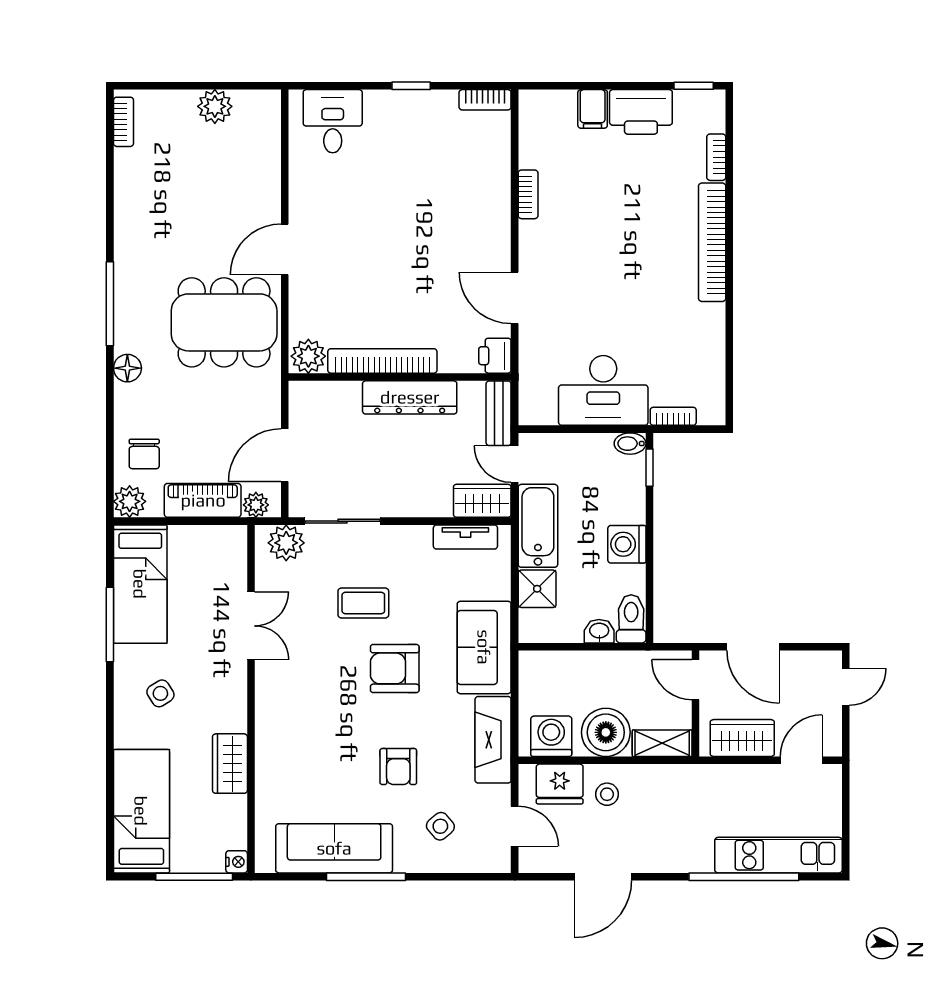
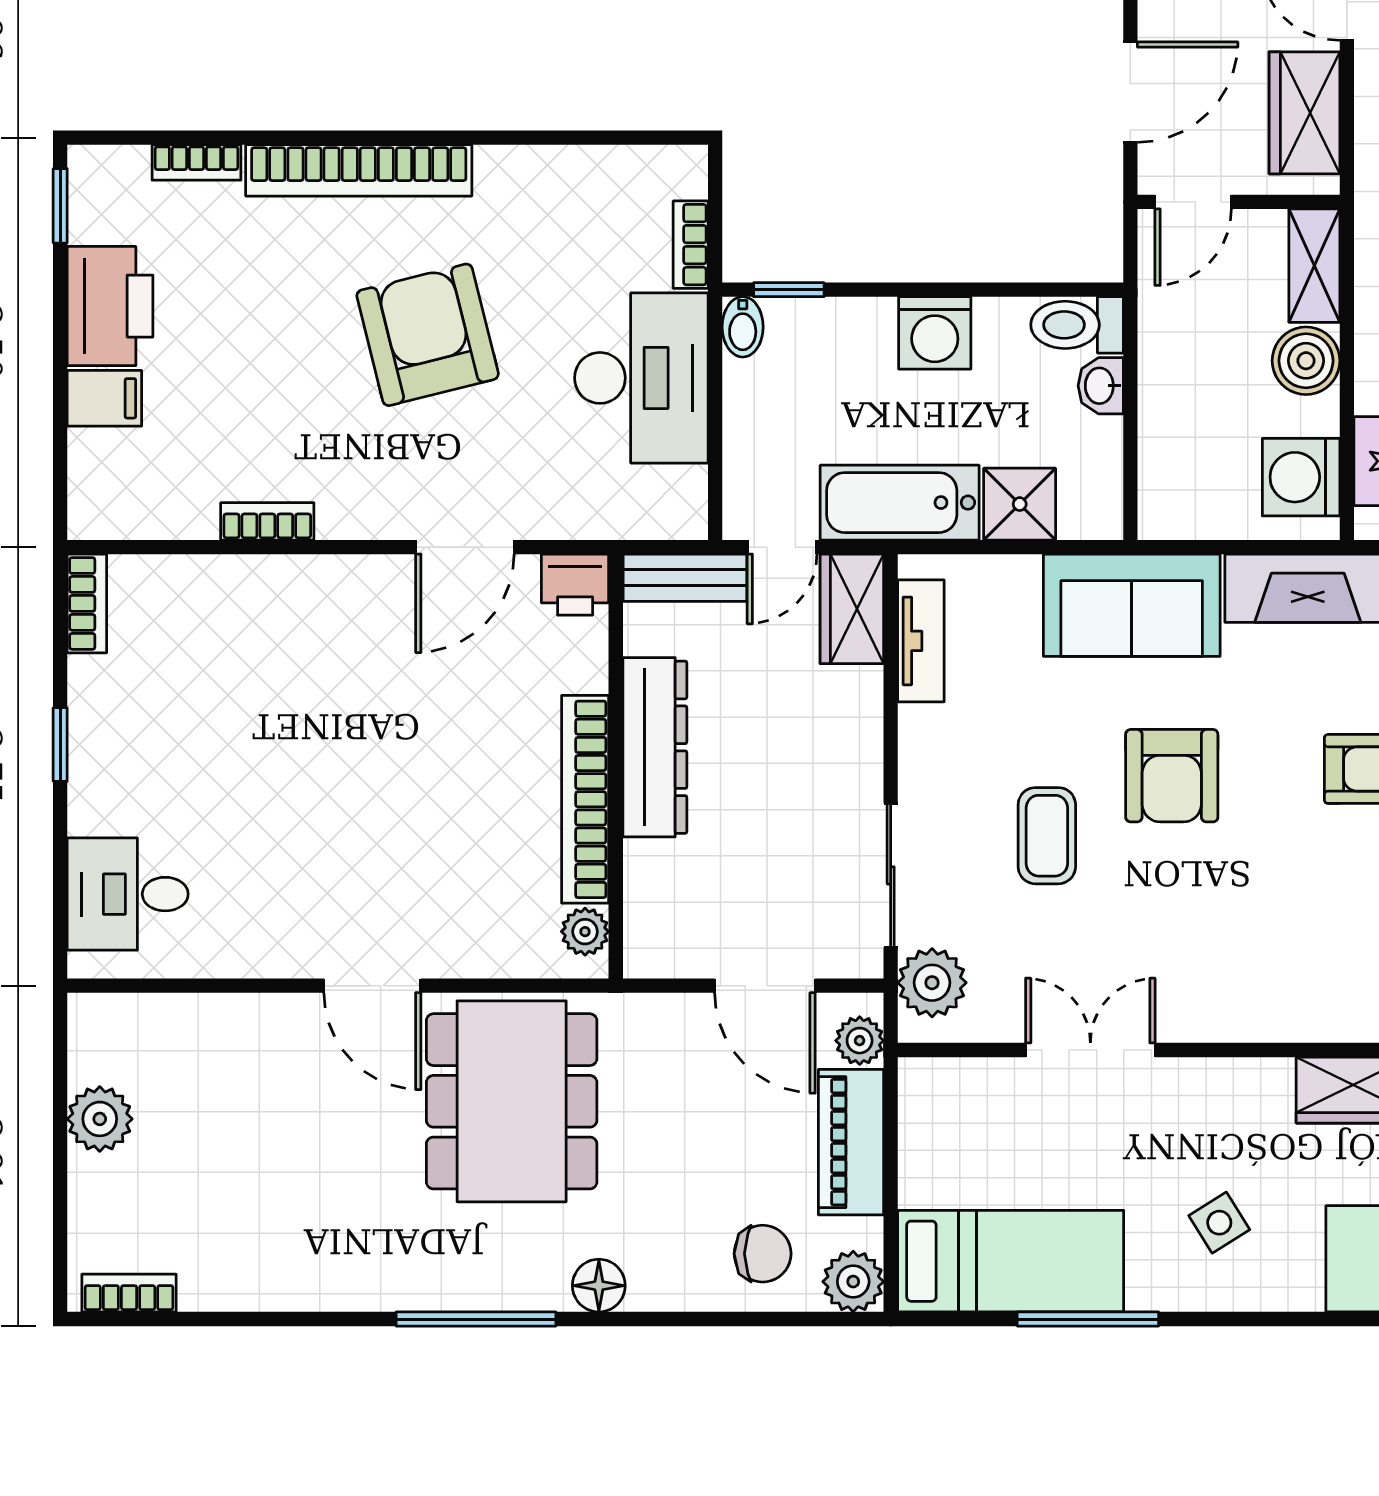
armchair: (626, 278) -> (428, 335), added
plant: (308, 356) -> (585, 932), width x0.73, depth x0.73
boiler: (606, 732) -> (1306, 361), width x0.73, depth x0.73

